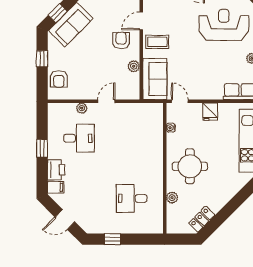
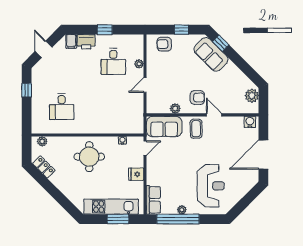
door: (106, 101) -> (145, 85), swing flipped
desk: (132, 198) -> (62, 107), turned 180
plant: (172, 198) -> (42, 141), moved

